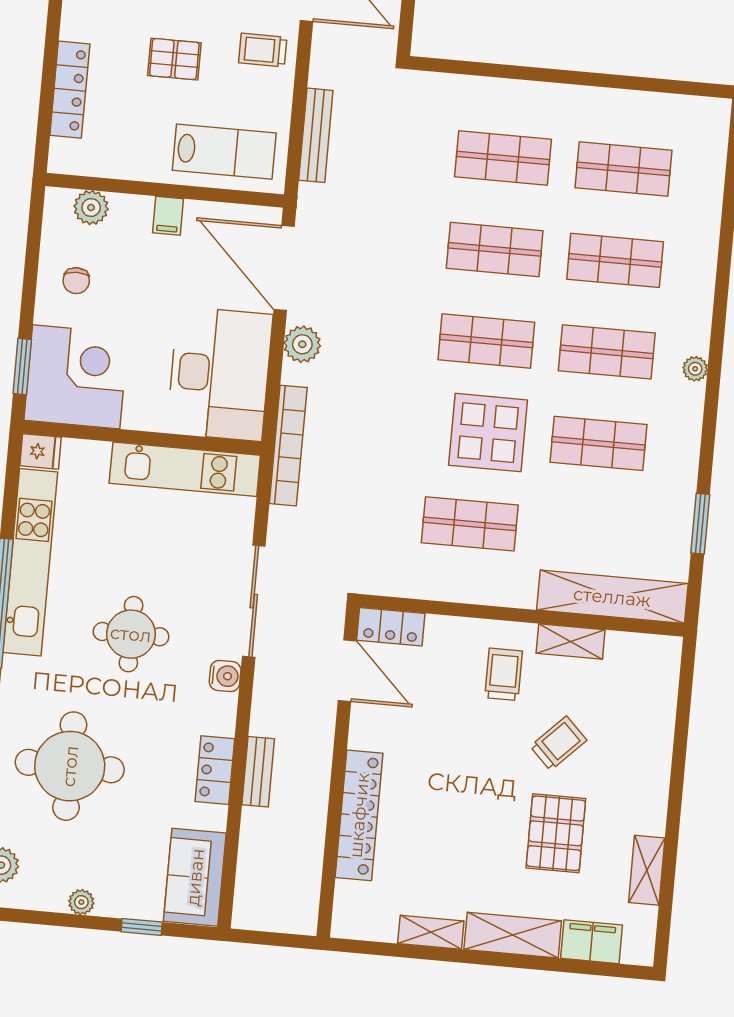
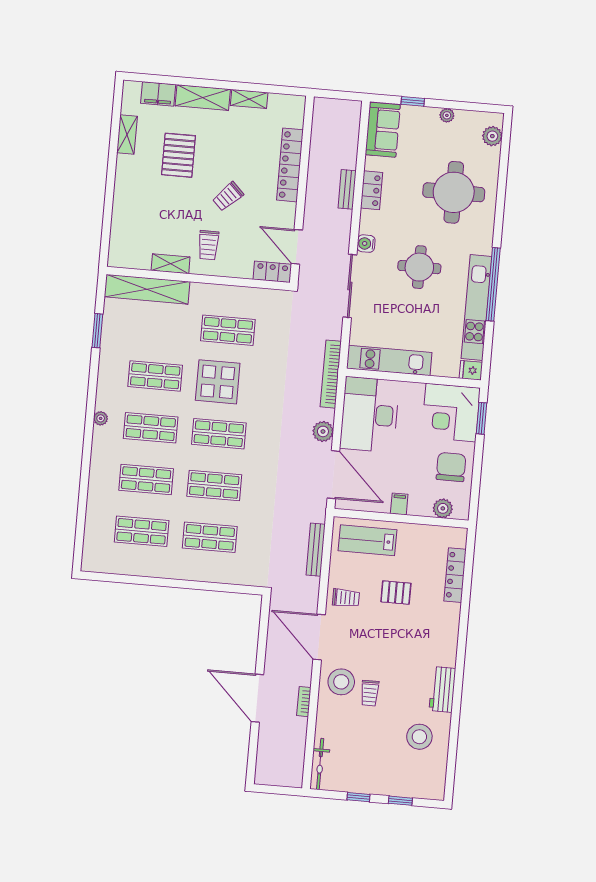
chair: (76, 281) -> (451, 467), width x1.87, depth x1.87
trolley: (558, 743) -> (228, 197), moved

